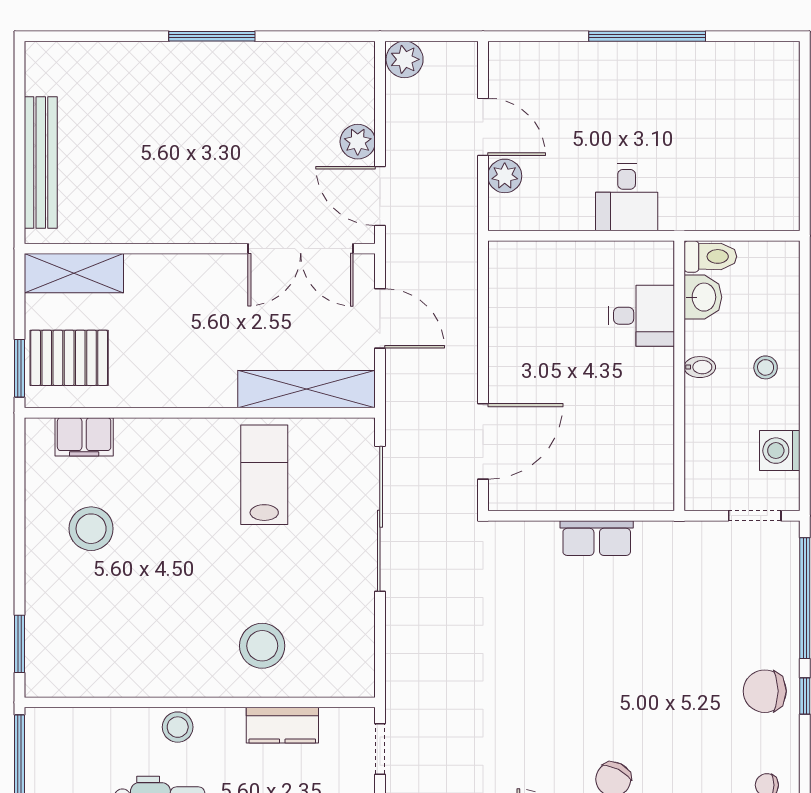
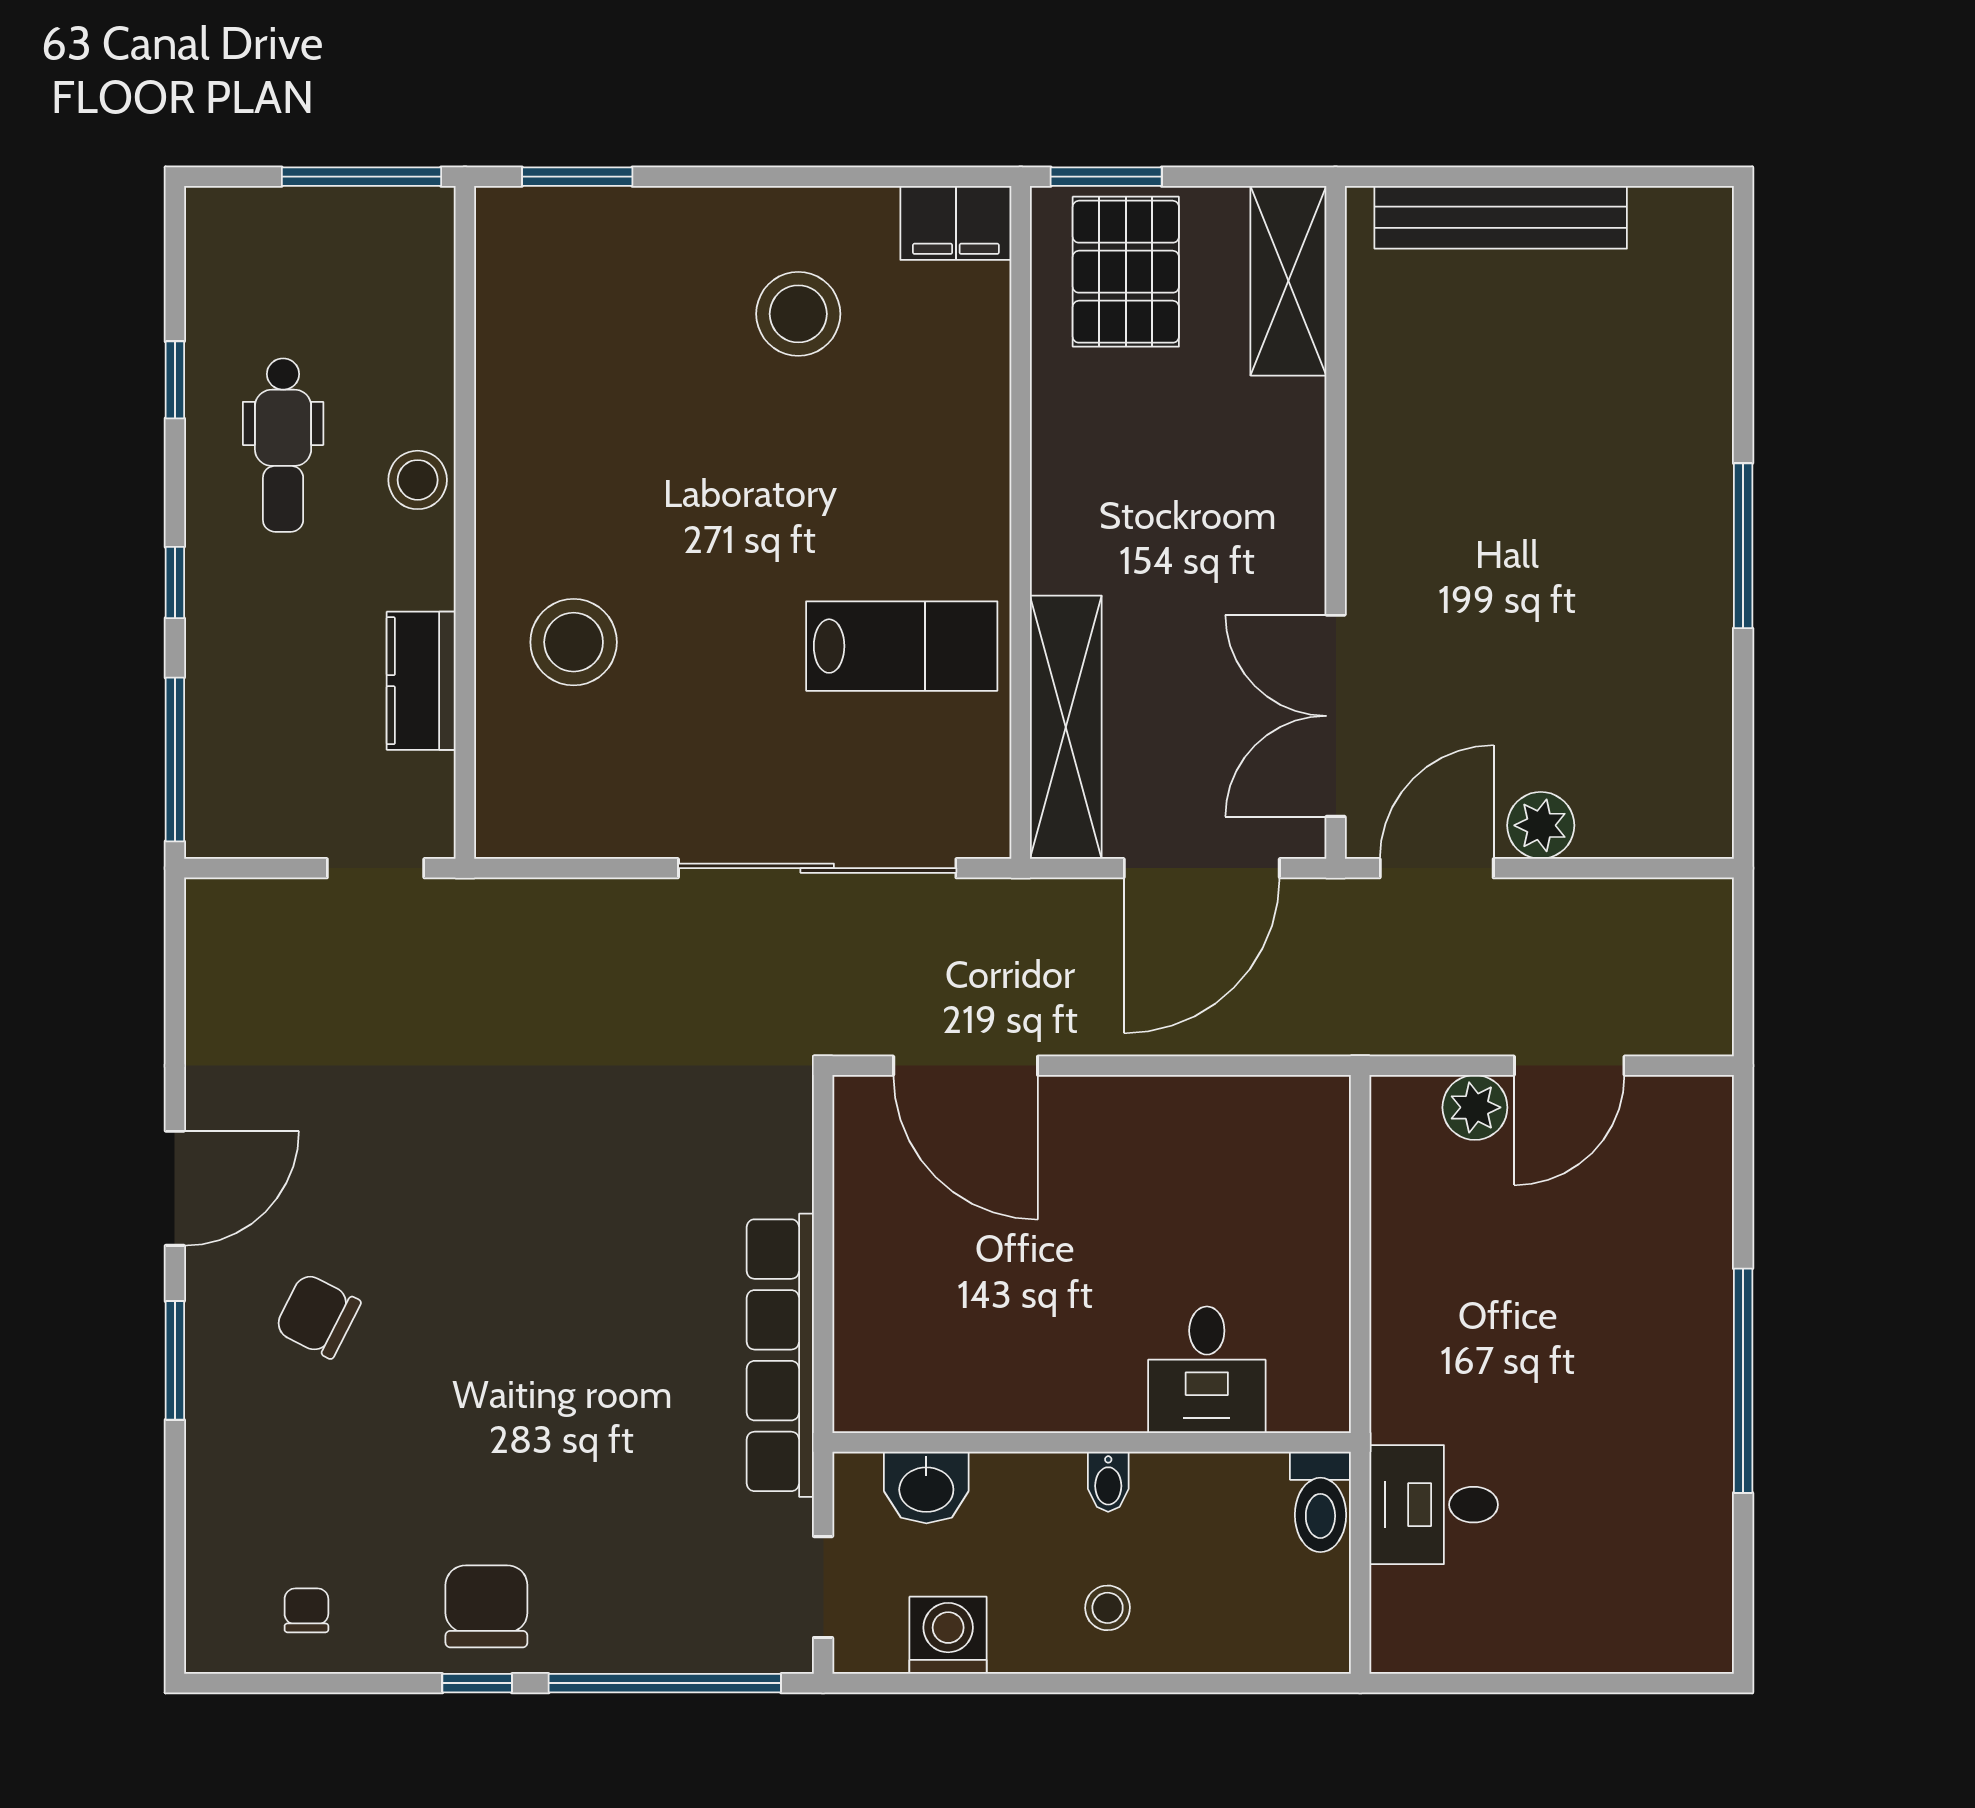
plant: (405, 59) -> (1699, 915), removed
desk: (627, 197) -> (1434, 1505), moved
washbasin: (703, 297) -> (926, 1487), moved
door: (380, 318) -> (1202, 868), width x1.36
filing cabinet: (84, 437) -> (956, 223), moved, turned -90
row of seats: (597, 538) -> (780, 1355), width x2.02

